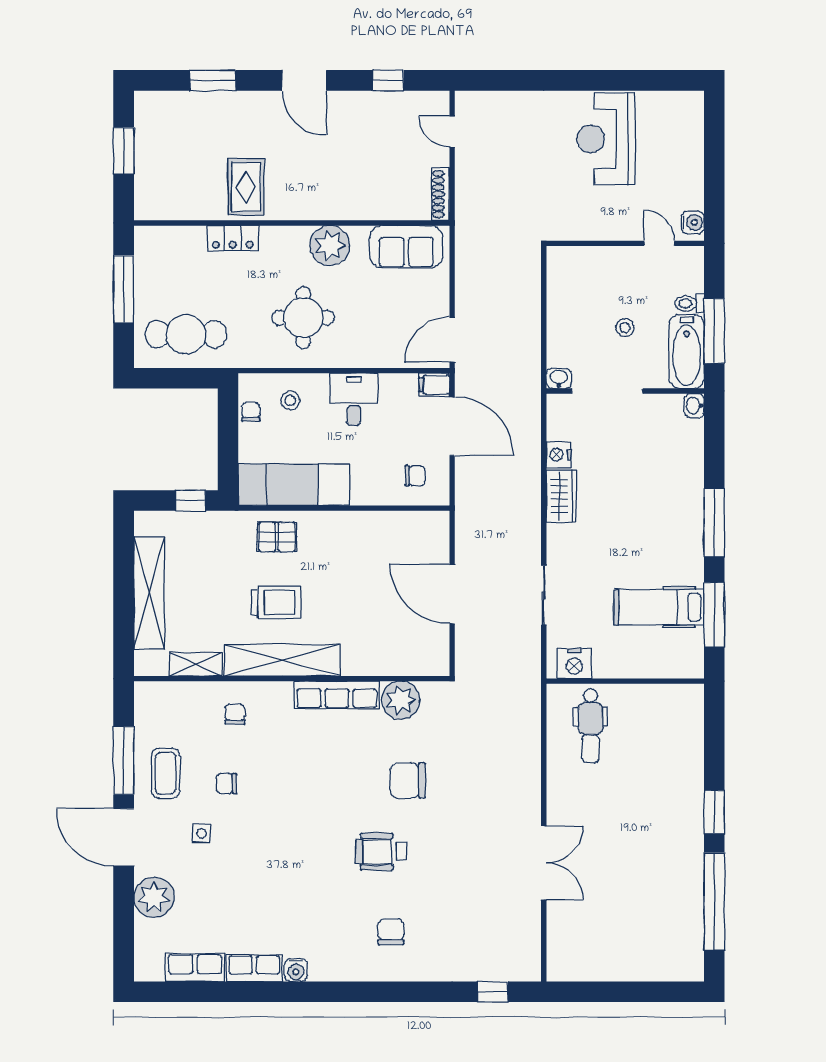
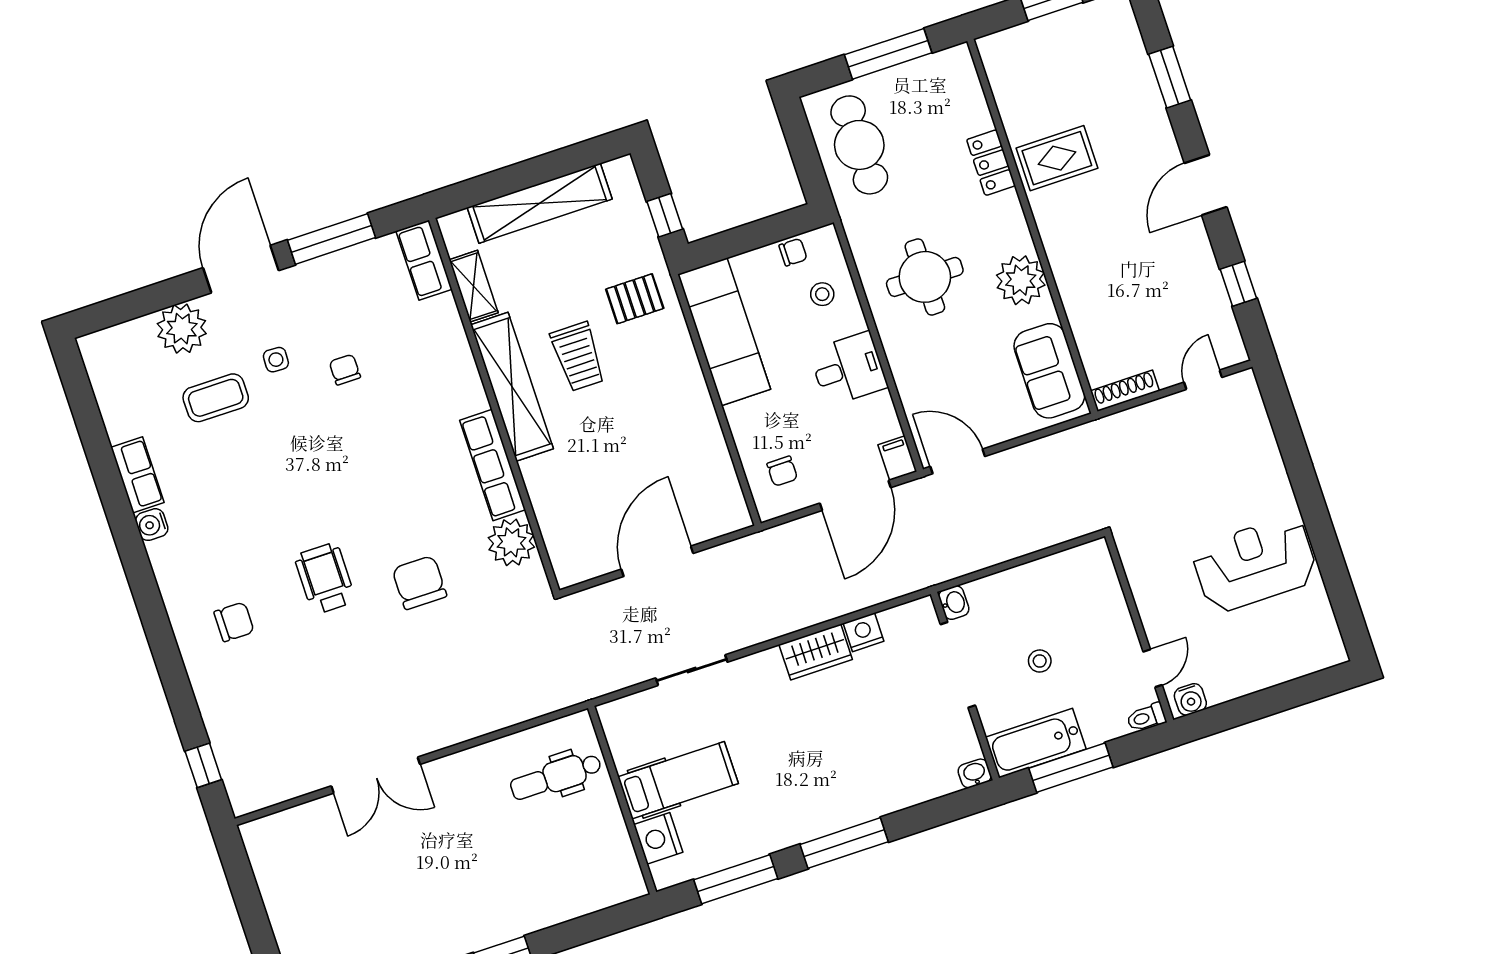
toilet: (689, 303) -> (1146, 717), moved, turned -90
pallet: (277, 537) -> (635, 299), moved, turned 90
hospital bed: (659, 607) -> (678, 780), moved, turned 90
nightstand: (574, 663) -> (658, 838), moved
chair: (235, 714) -> (430, 352), removed
coffee table: (165, 773) -> (216, 398), moved
row of seats: (195, 968) -> (424, 260), moved, turned 180

